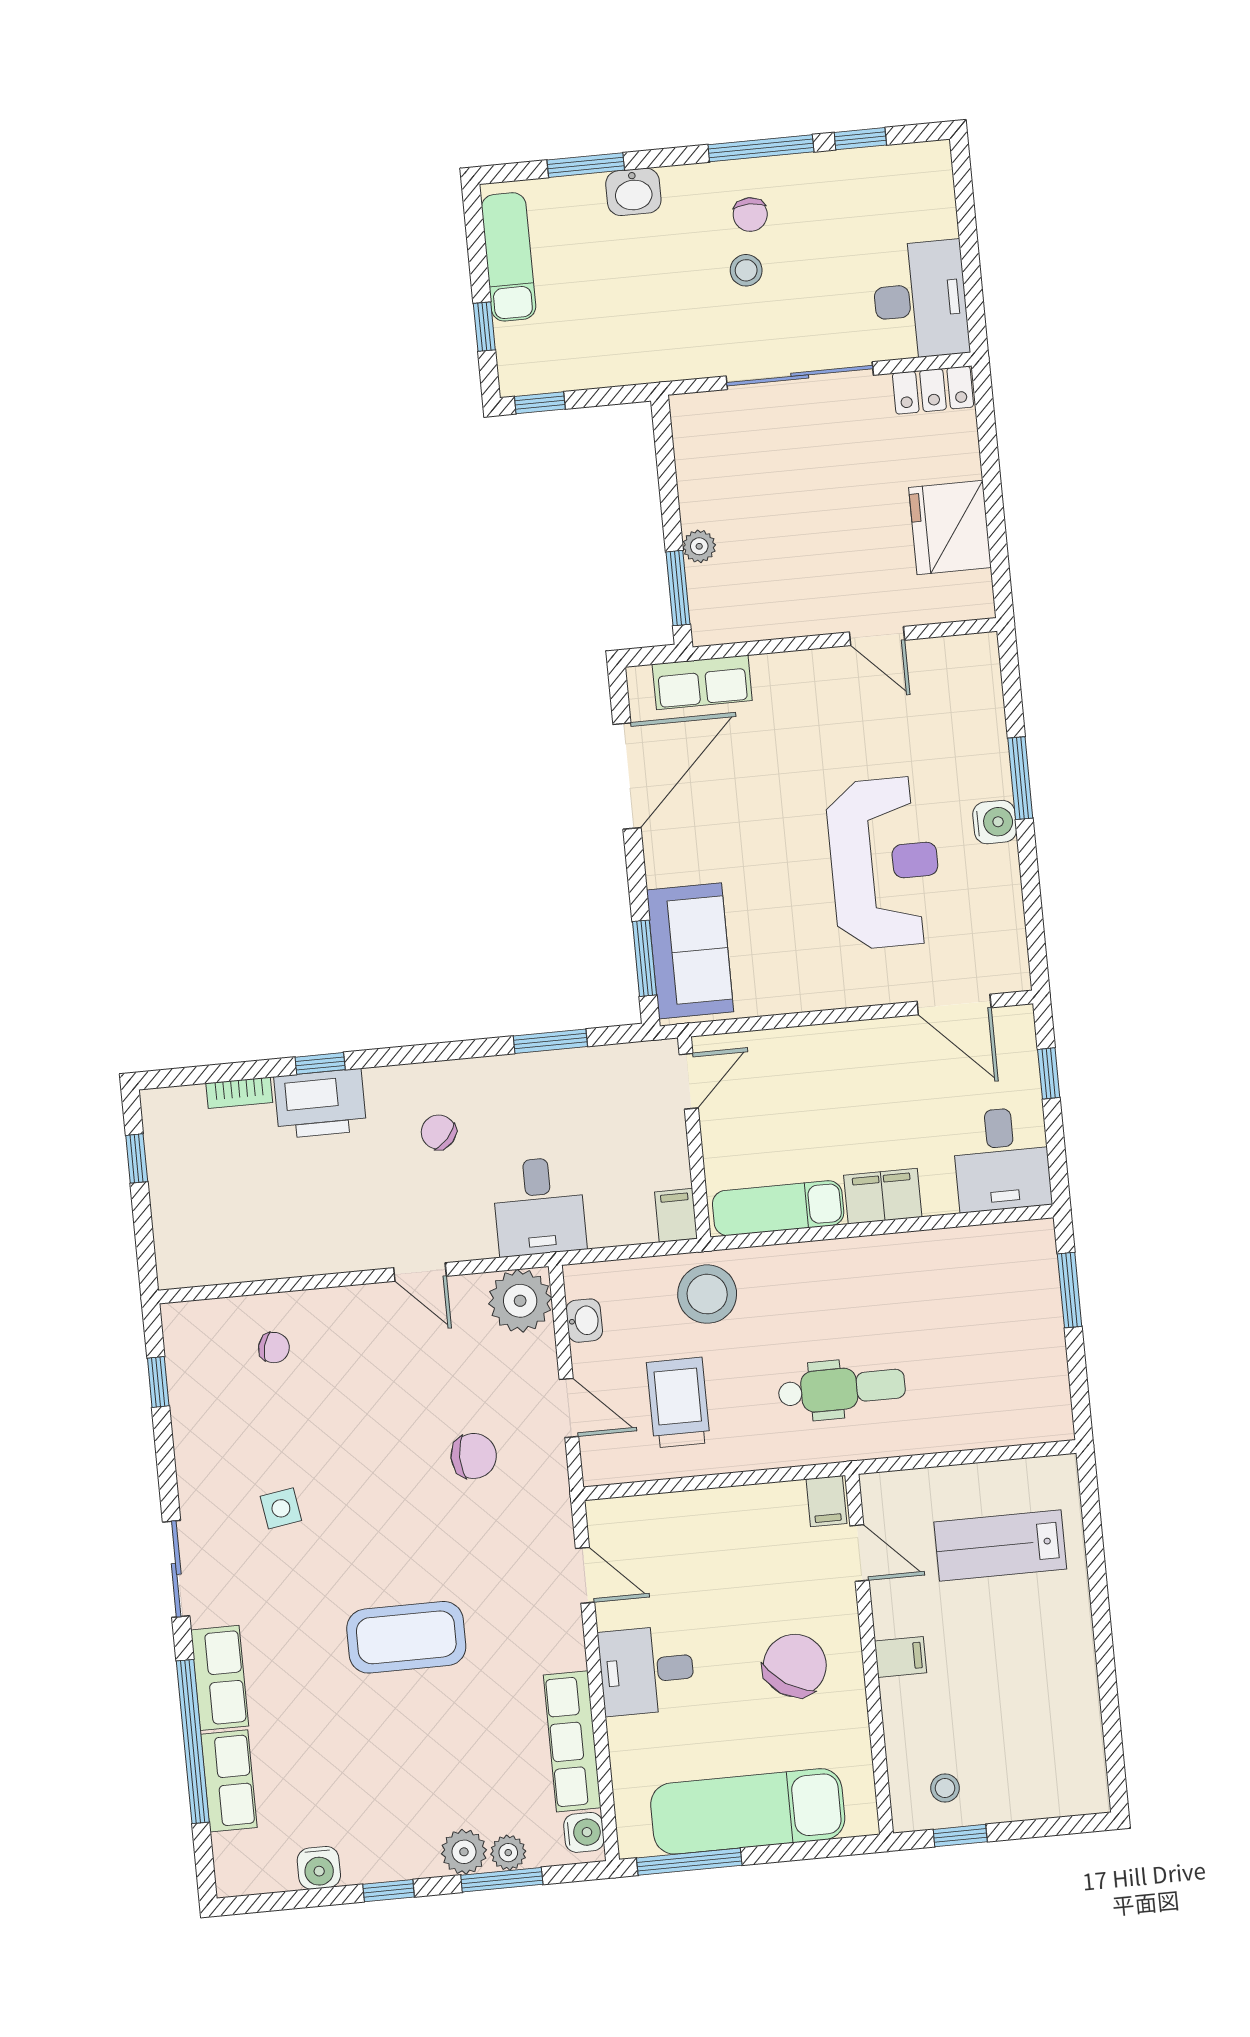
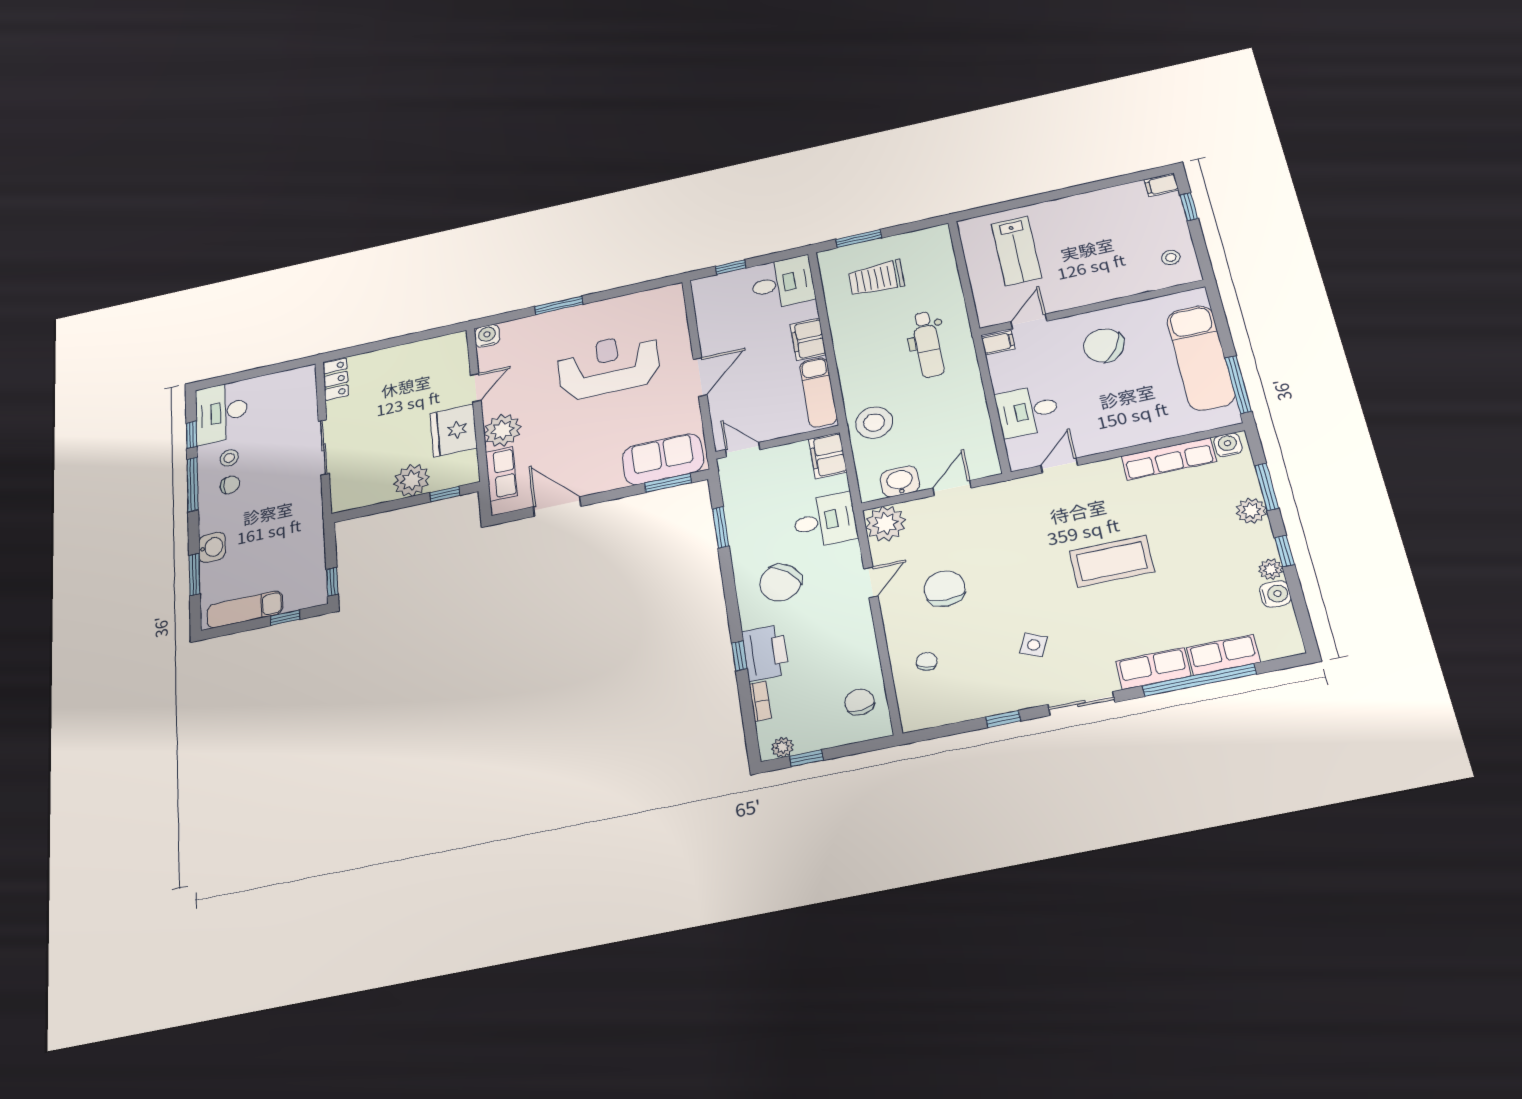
stool: (746, 270) -> (229, 458), moved
desk: (920, 300) -> (221, 413), moved, turned -90
sliding door: (800, 376) -> (324, 447), width x0.73
fridge: (950, 528) -> (454, 430), moved, turned 90
plant: (699, 546) -> (412, 480), width x1.87, depth x1.87
window: (678, 588) -> (445, 494), width x0.67
plant: (786, 683) -> (502, 430), added
door: (627, 776) -> (557, 507), width x0.73
water cooler: (995, 822) -> (487, 336), moved
door: (954, 1004) -> (700, 377), moved
plant: (159, 1123) -> (782, 747), added
chair: (439, 1132) -> (781, 583), width x1.87, depth x1.87
filing cabinet: (676, 1215) -> (828, 456), width x2.00
chair: (219, 1243) -> (859, 702), added
washbasin: (584, 1321) -> (900, 481), width x1.38, depth x1.45
window: (158, 1382) -> (1003, 719), moved
dental chair: (842, 1389) -> (928, 344), turned 180
trolley: (678, 1403) -> (876, 278), moved
chair: (474, 1456) -> (945, 589), moved, width x1.37, depth x1.37
side table: (281, 1508) -> (1034, 645), turned 33
coffee table: (406, 1637) -> (1112, 561), turned 90
filing cabinet: (900, 1657) -> (1161, 185), moved, turned -90
desk: (647, 1670) -> (1028, 411), moved, turned 90
window: (960, 1836) -> (1189, 207), moved
plant: (508, 1853) -> (1271, 569), moved

